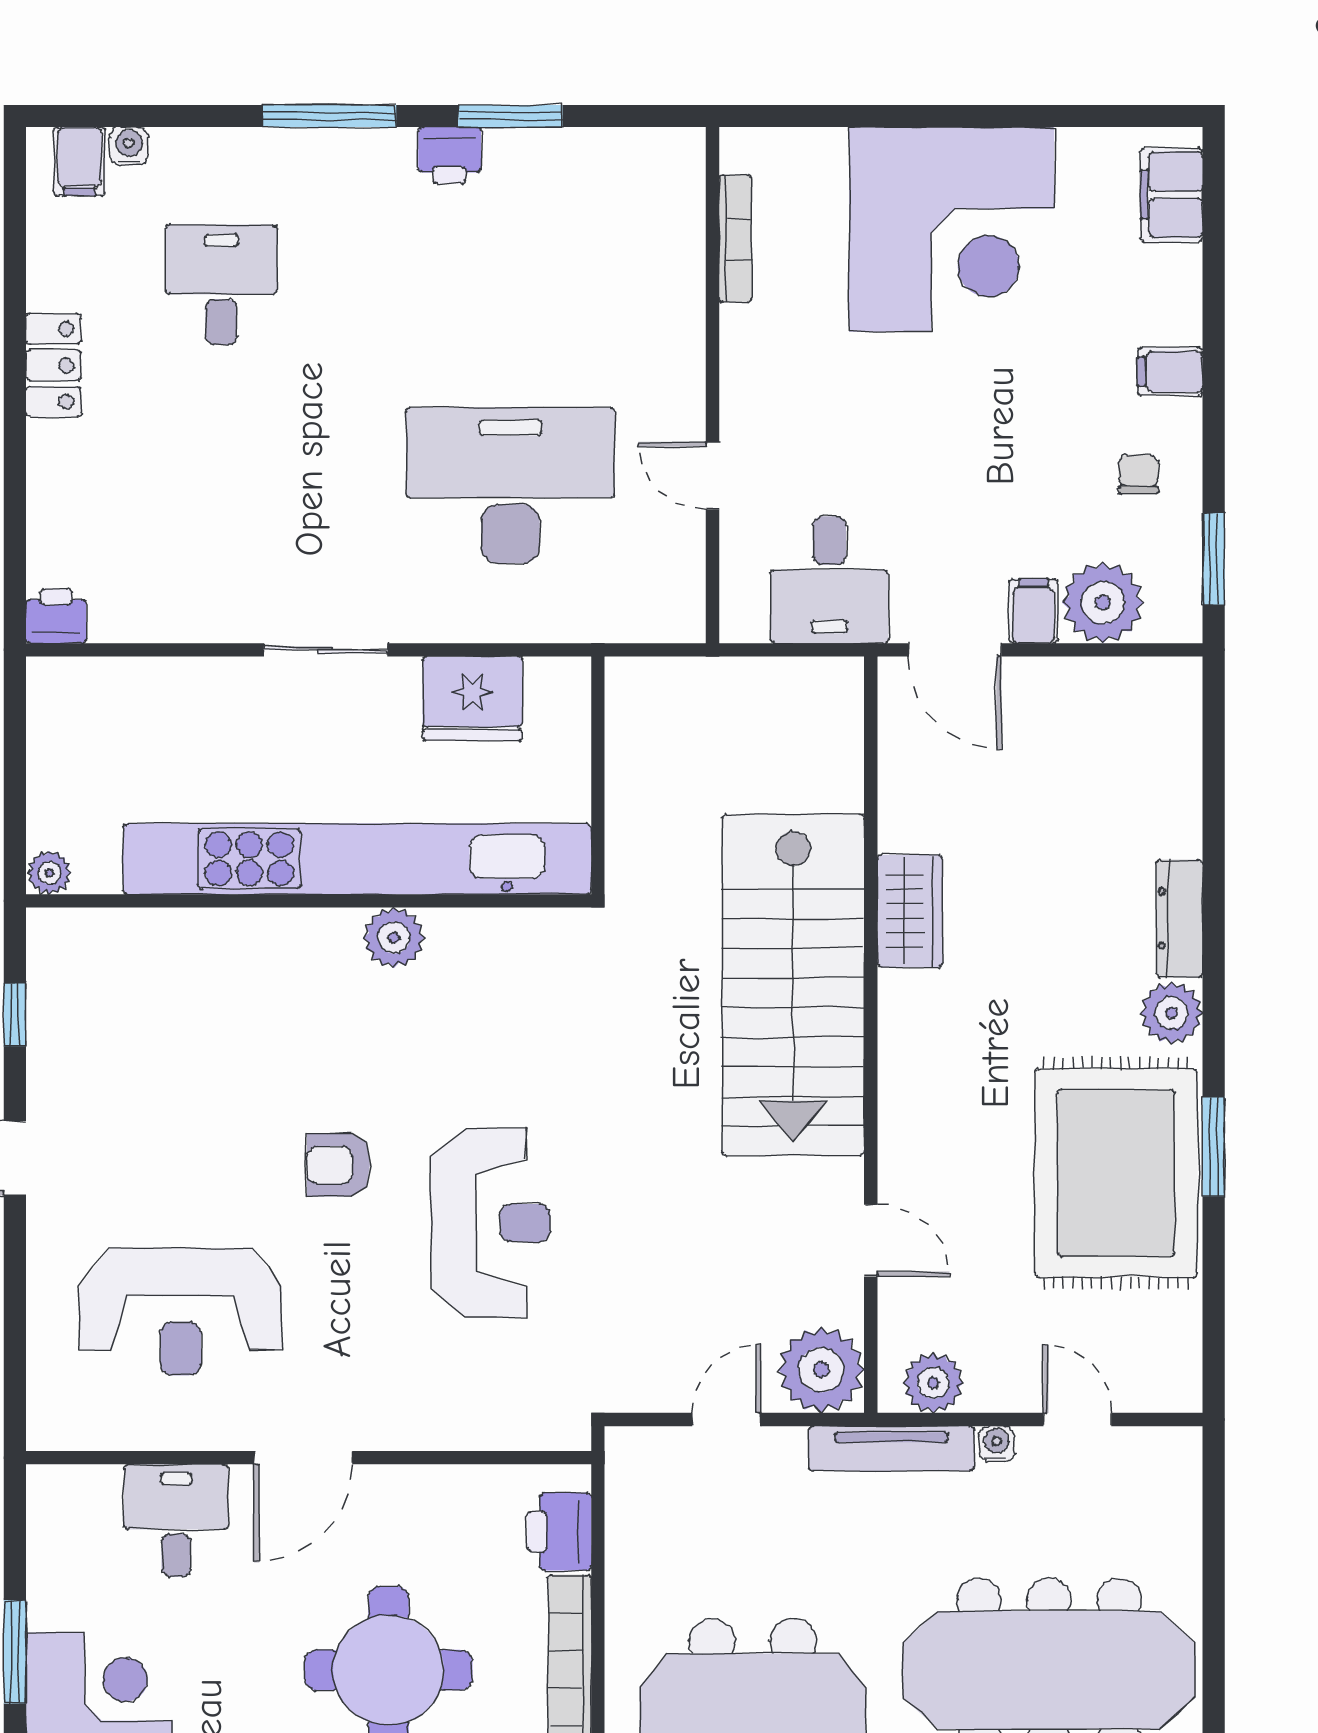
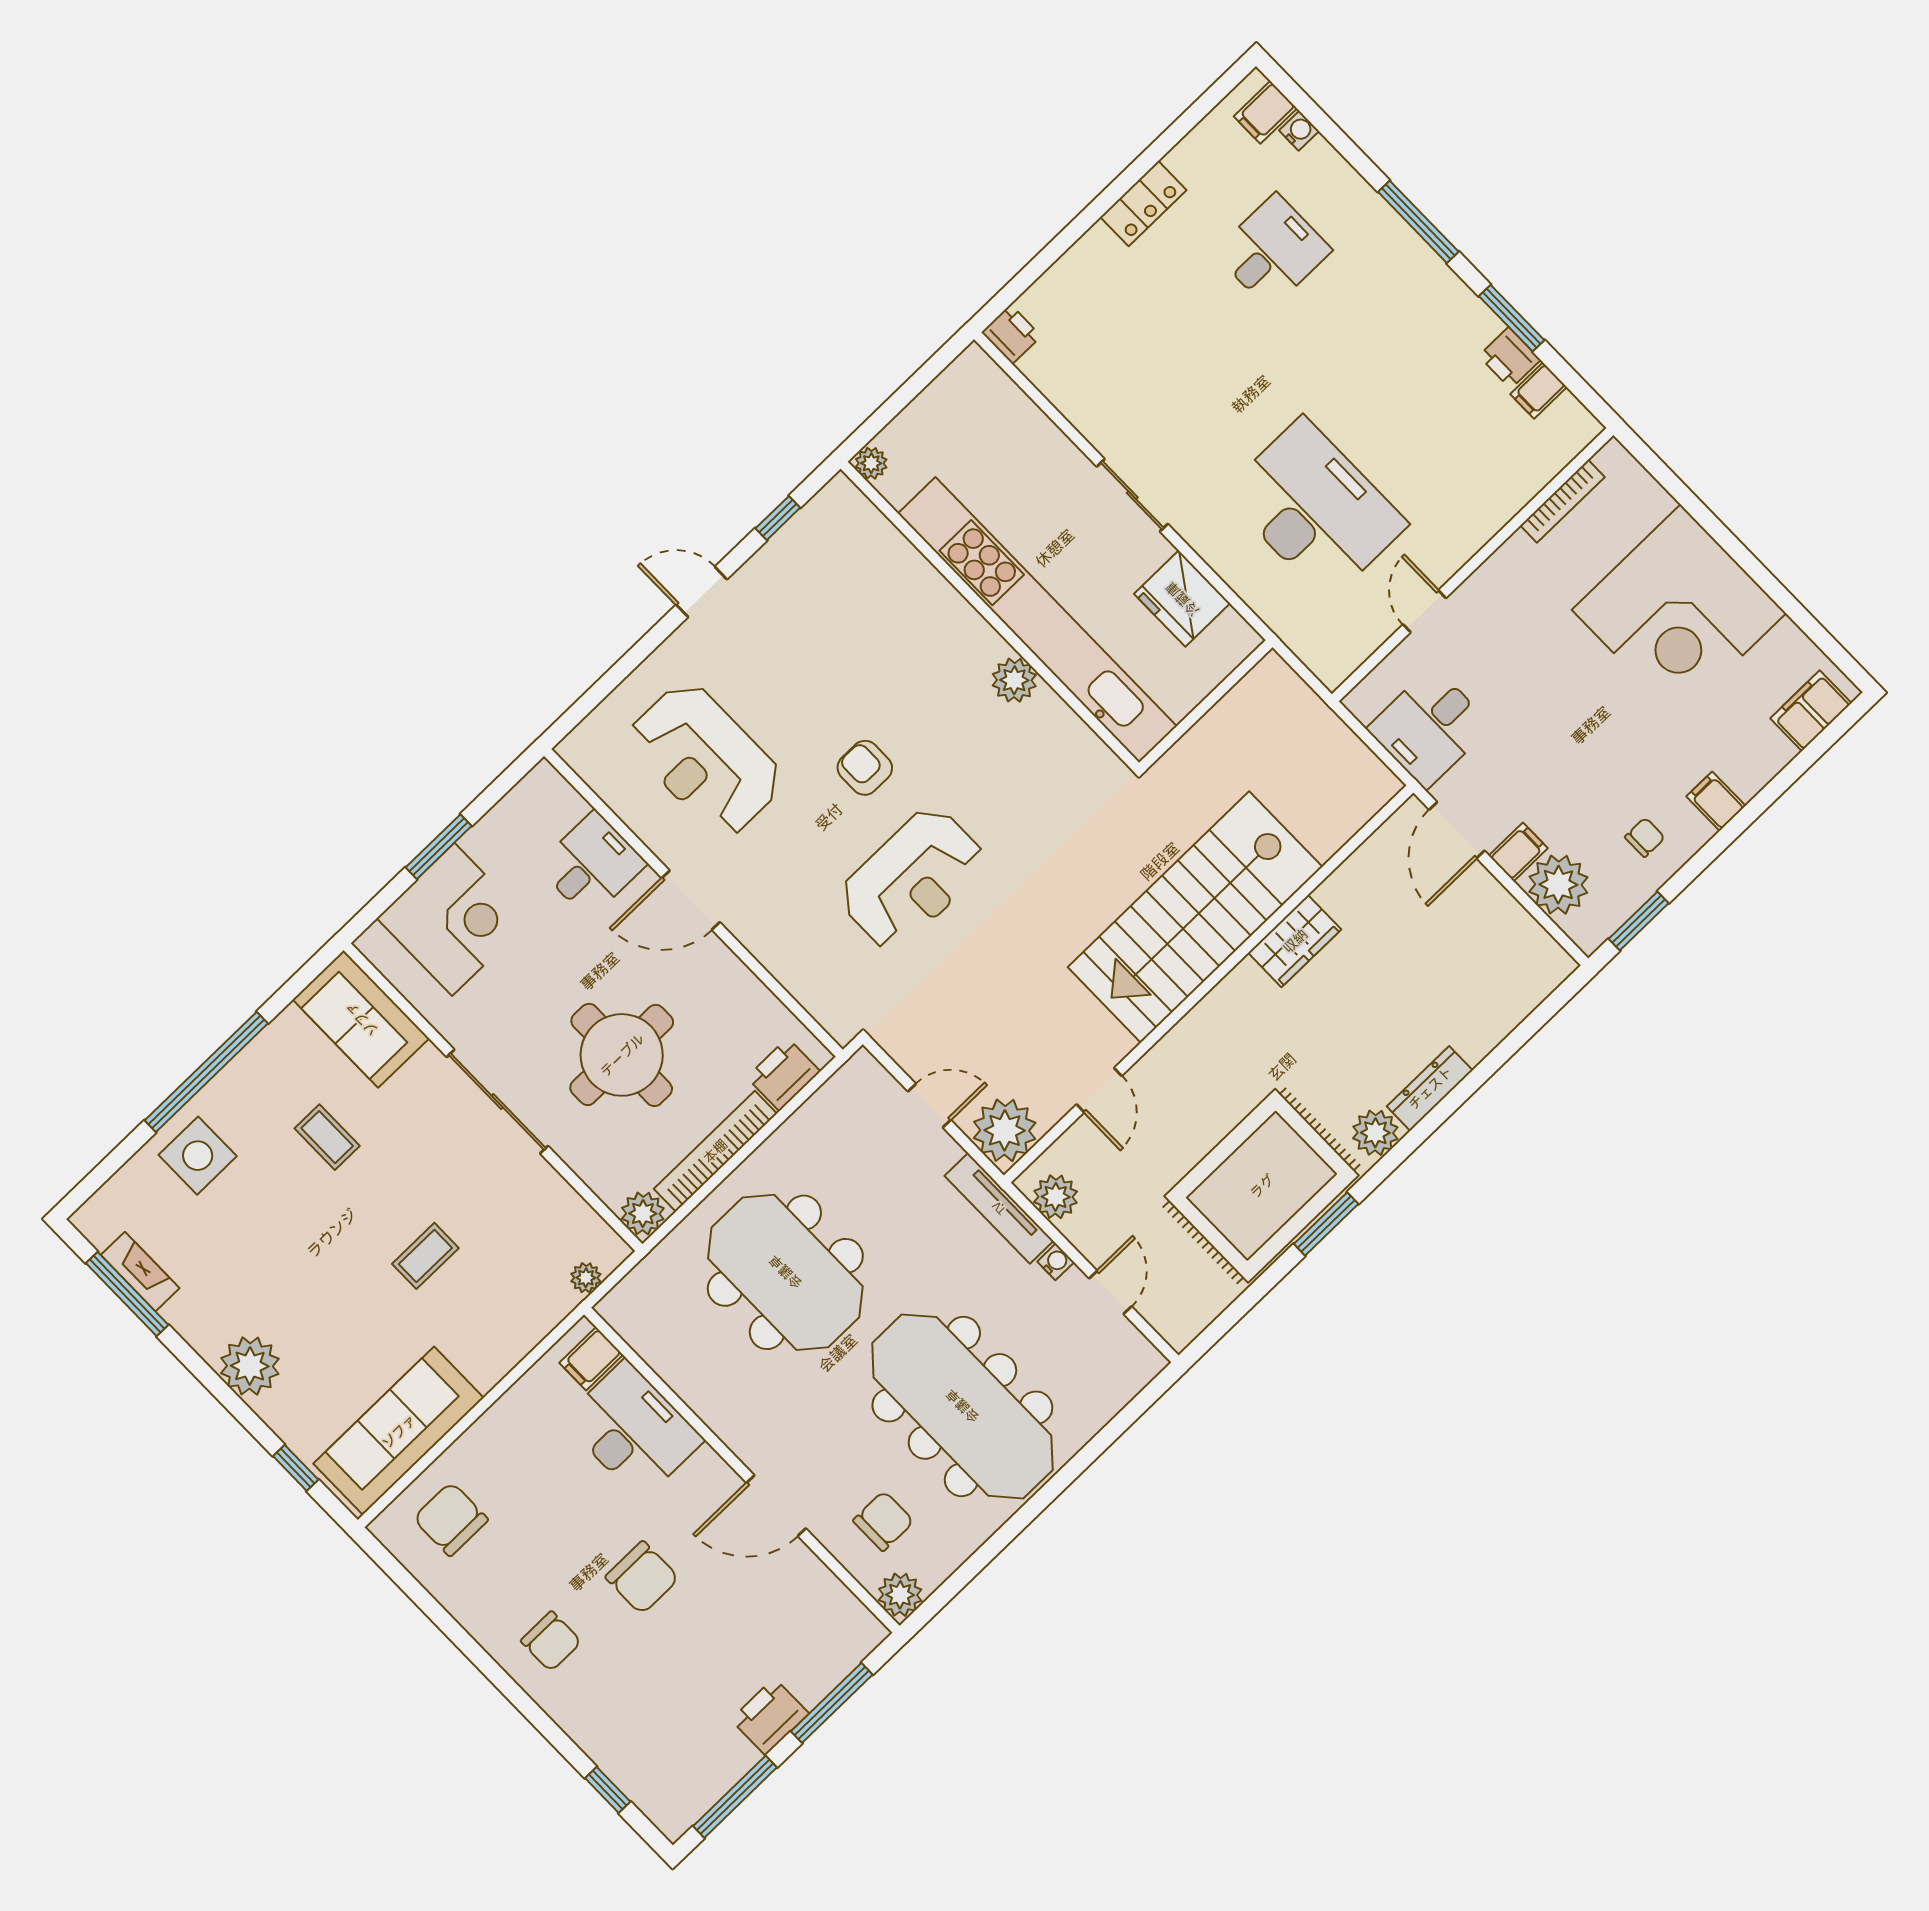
printer: (450, 155) -> (1510, 358), moved
filing cabinet: (606, 158) -> (1539, 390), added

